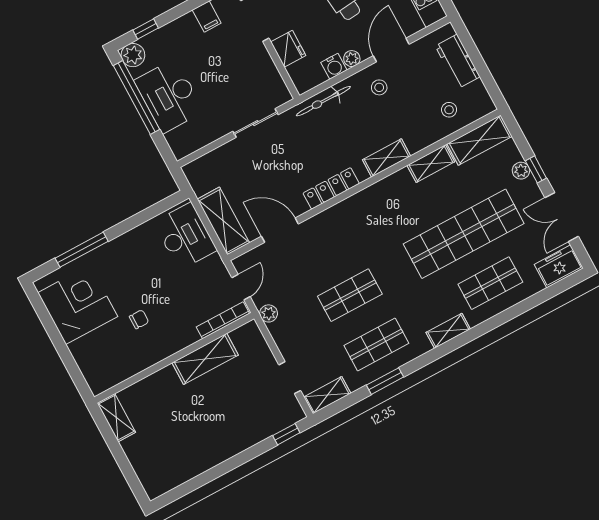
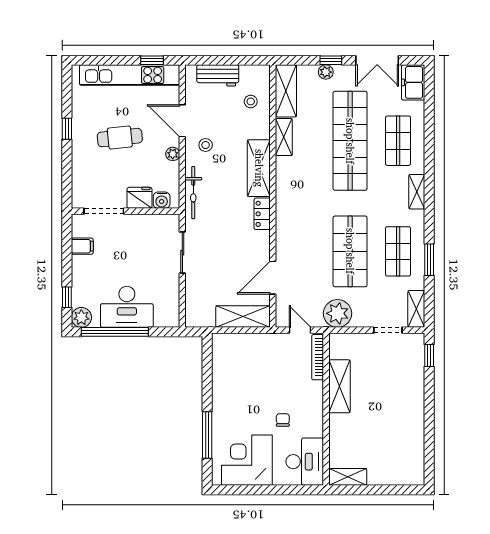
water cooler: (334, 66) -> (162, 200), moved, turned 90
shelving: (386, 158) -> (259, 168), width x1.50, depth x1.33
locker: (331, 188) -> (262, 214), width x0.66
desk: (185, 236) -> (305, 462), moved, turned 90
shop shelf: (350, 295) -> (350, 251), width x1.43, depth x1.36
plant: (269, 313) -> (337, 313), width x1.87, depth x1.87

